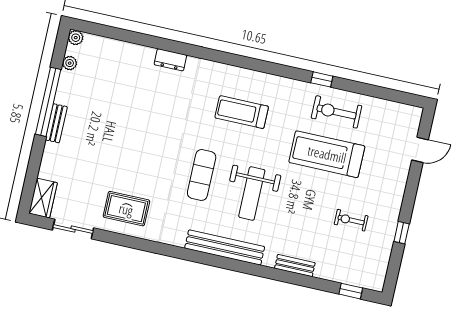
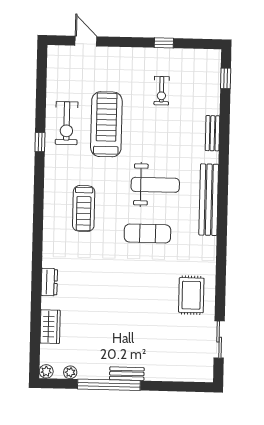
treadmill: (327, 154) -> (106, 124), turned 180
wardrobe: (43, 198) -> (50, 327), moved, turned 90

